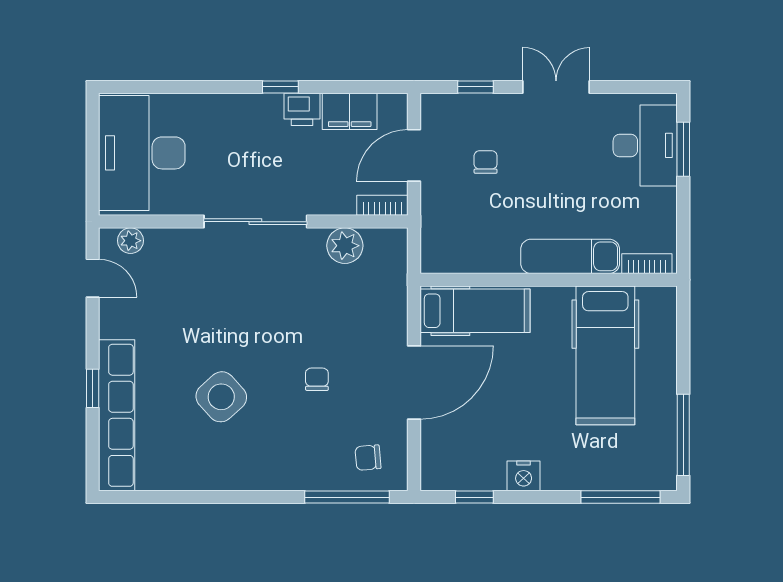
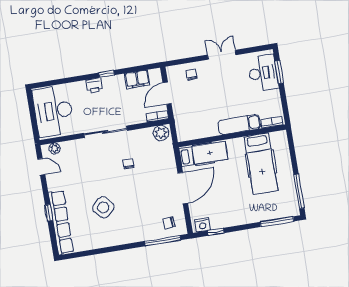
window: (475, 87) -> (188, 60), removed
printer: (302, 109) -> (94, 85), moved
chair: (486, 162) -> (192, 75), moved
plant: (345, 246) -> (161, 133), moved
chair: (317, 379) -> (128, 164), moved
nightstand: (524, 476) -> (203, 225), moved

